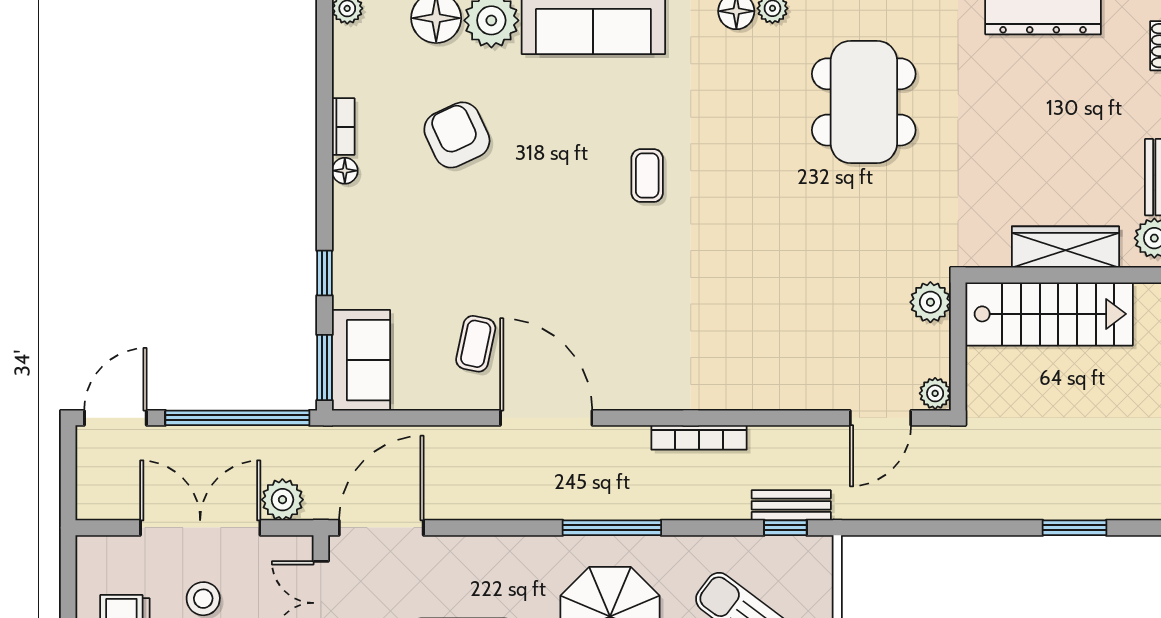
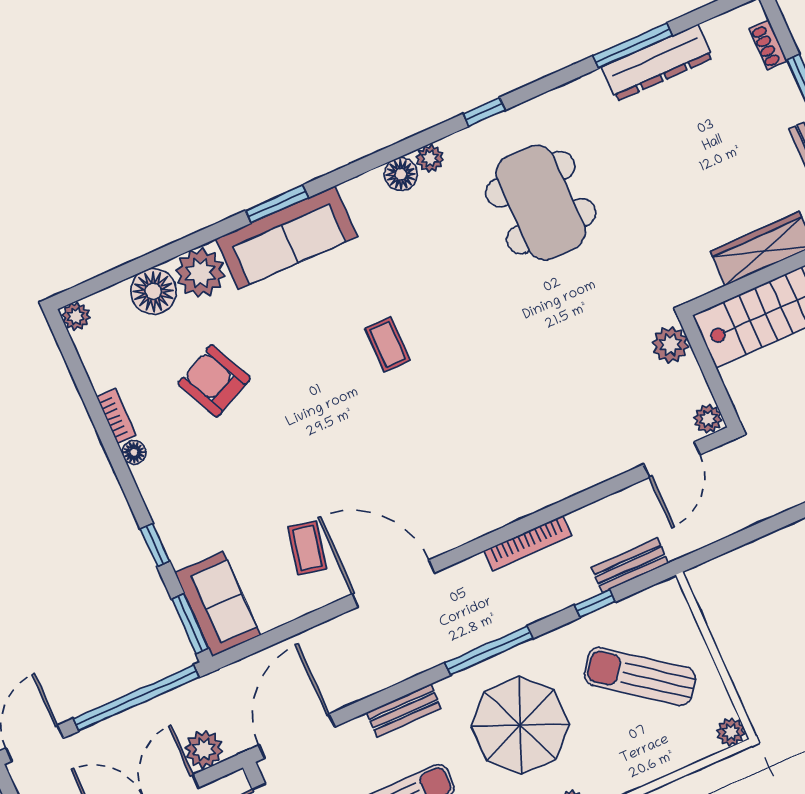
window: (785, 528) -> (595, 603), moved
bench: (500, 550) -> (404, 710), added

